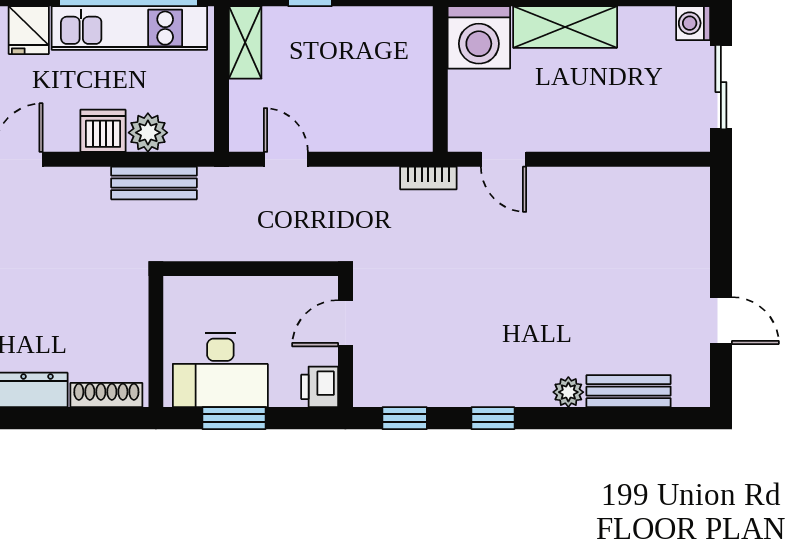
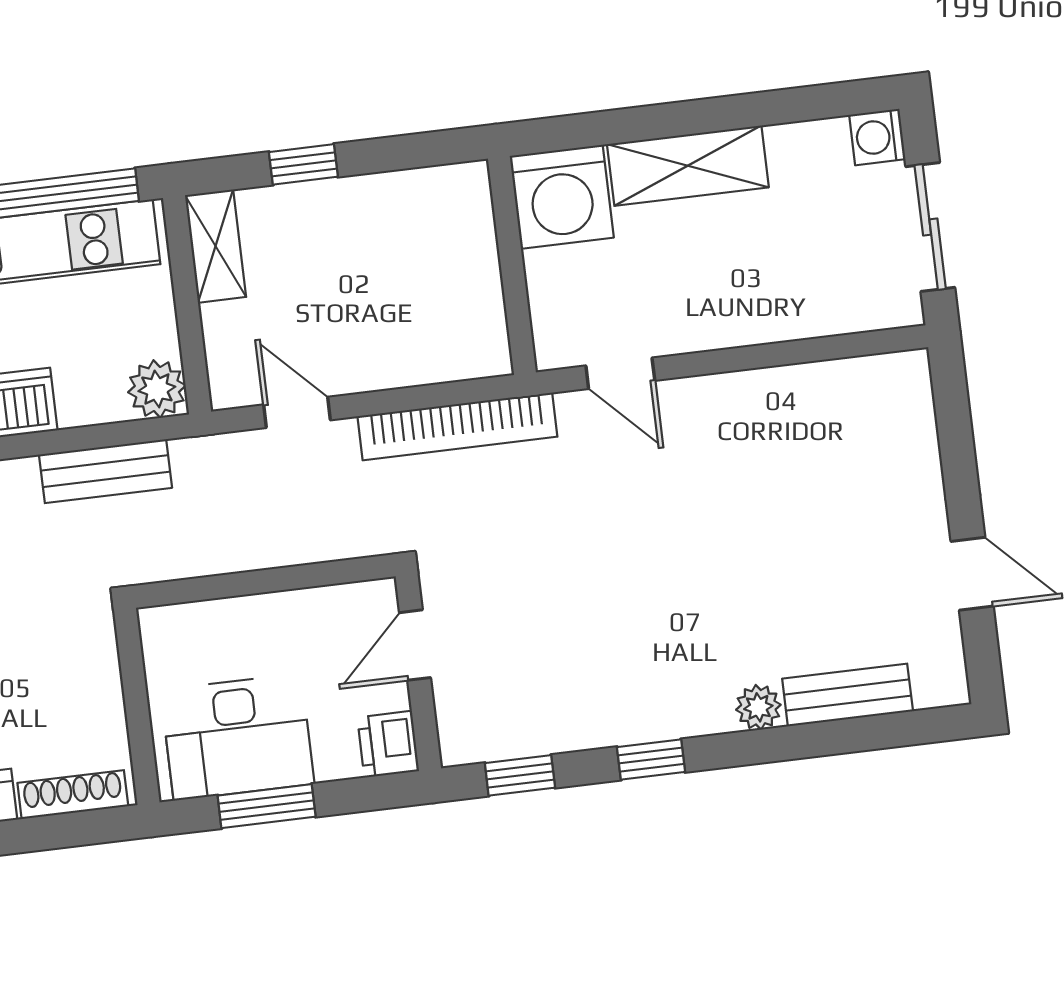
plant: (148, 133) -> (157, 389), moved
bookcase: (428, 178) -> (457, 426), width x2.31, depth x1.31

